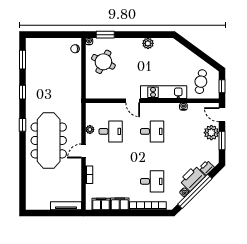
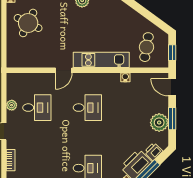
door: (133, 101) -> (64, 70), hinge flipped
plant: (211, 133) -> (159, 123), moved

